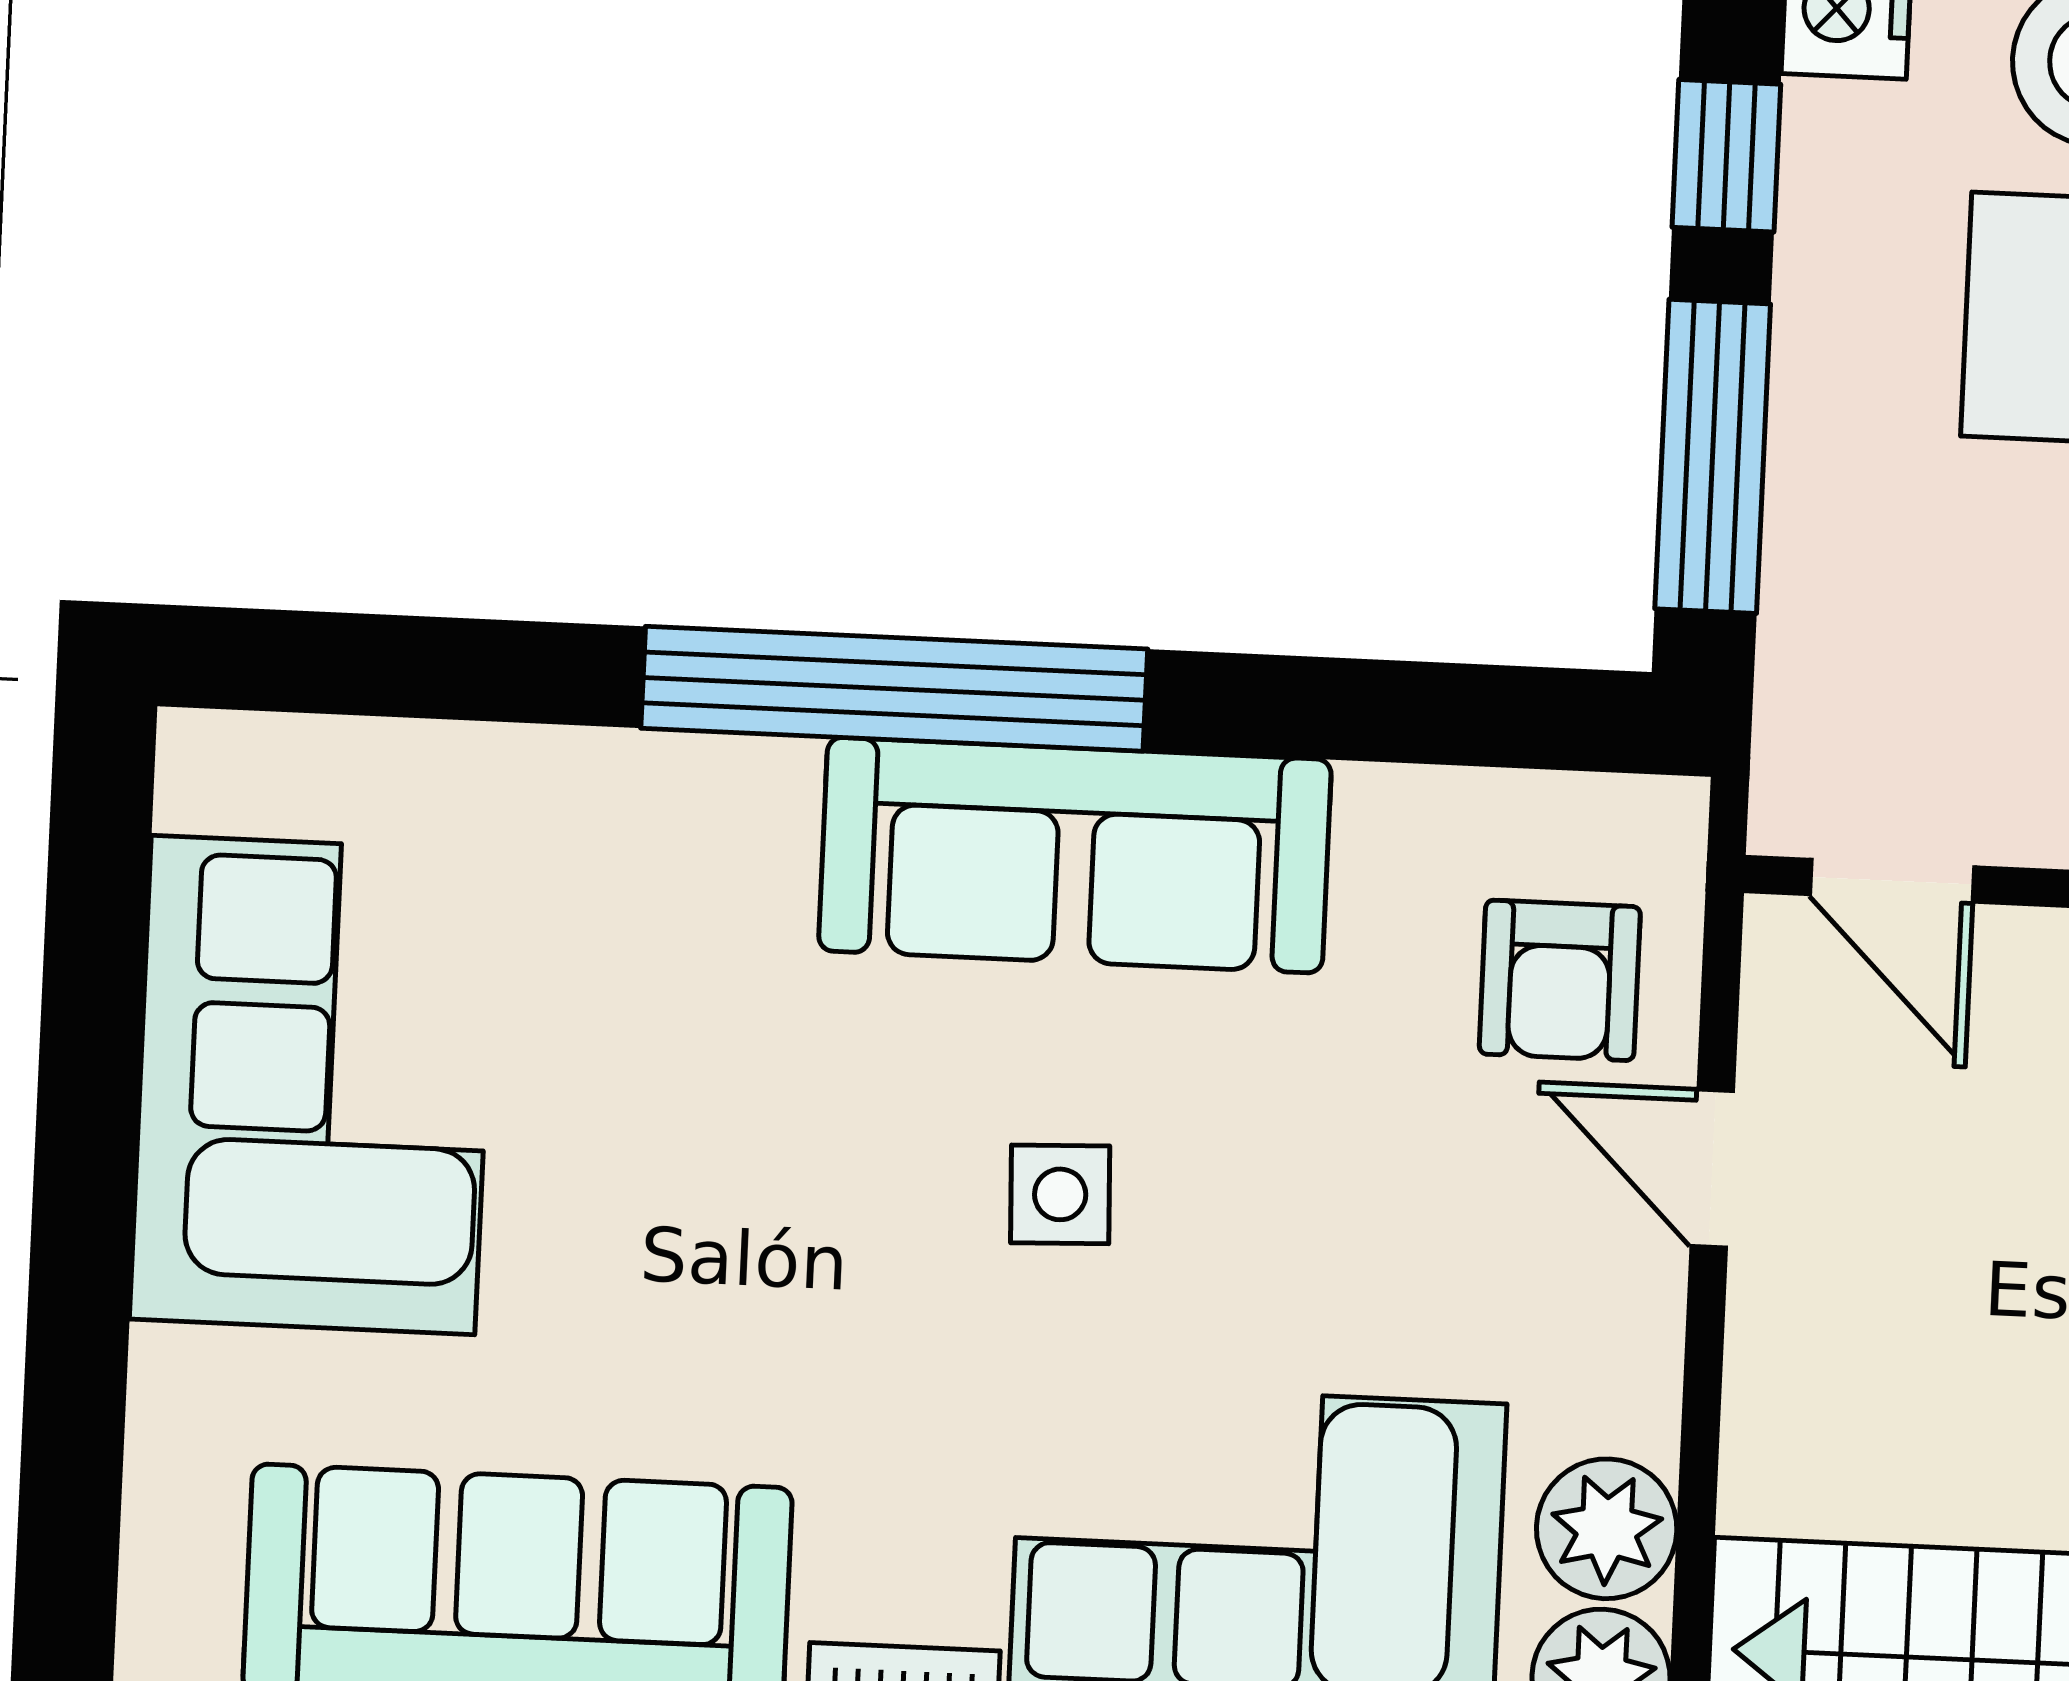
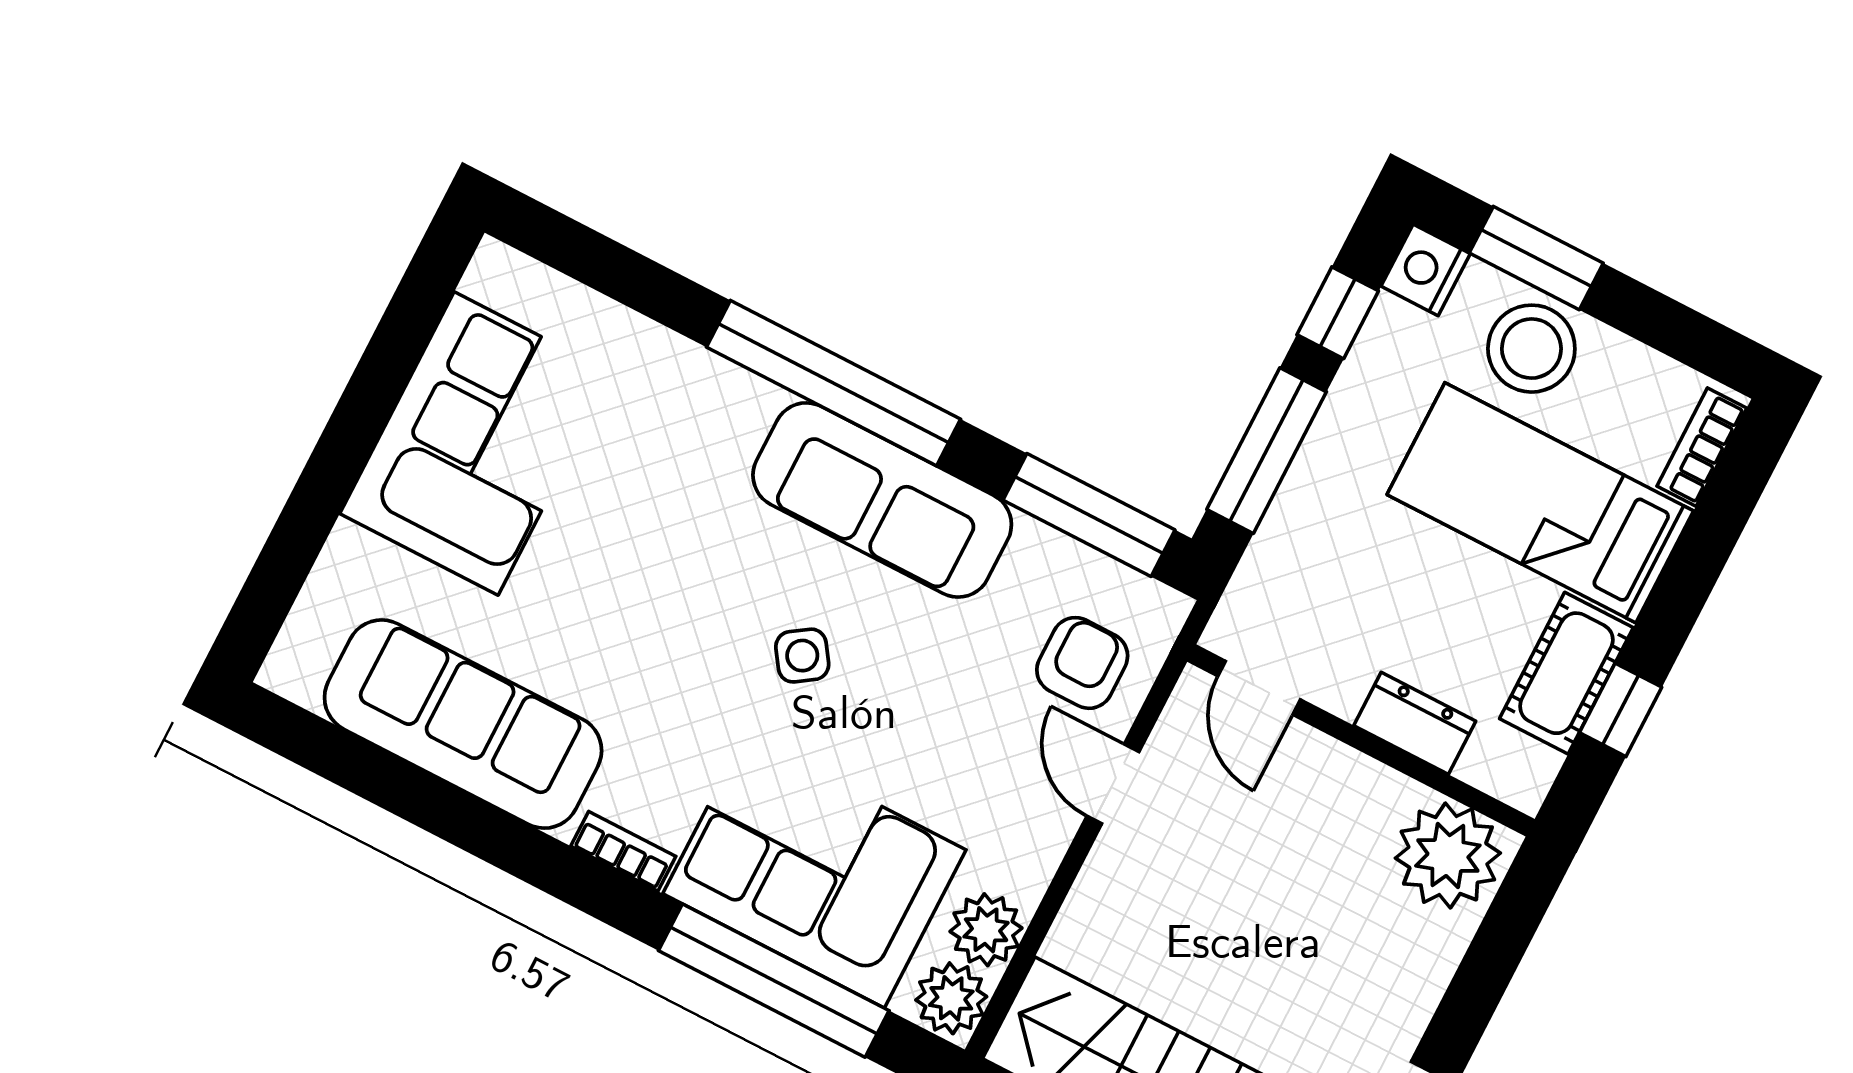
window: (1452, 714) -> (1089, 515), added
armchair: (1560, 980) -> (1082, 663), turned 180
side table: (1060, 1194) -> (802, 656), turned -32

